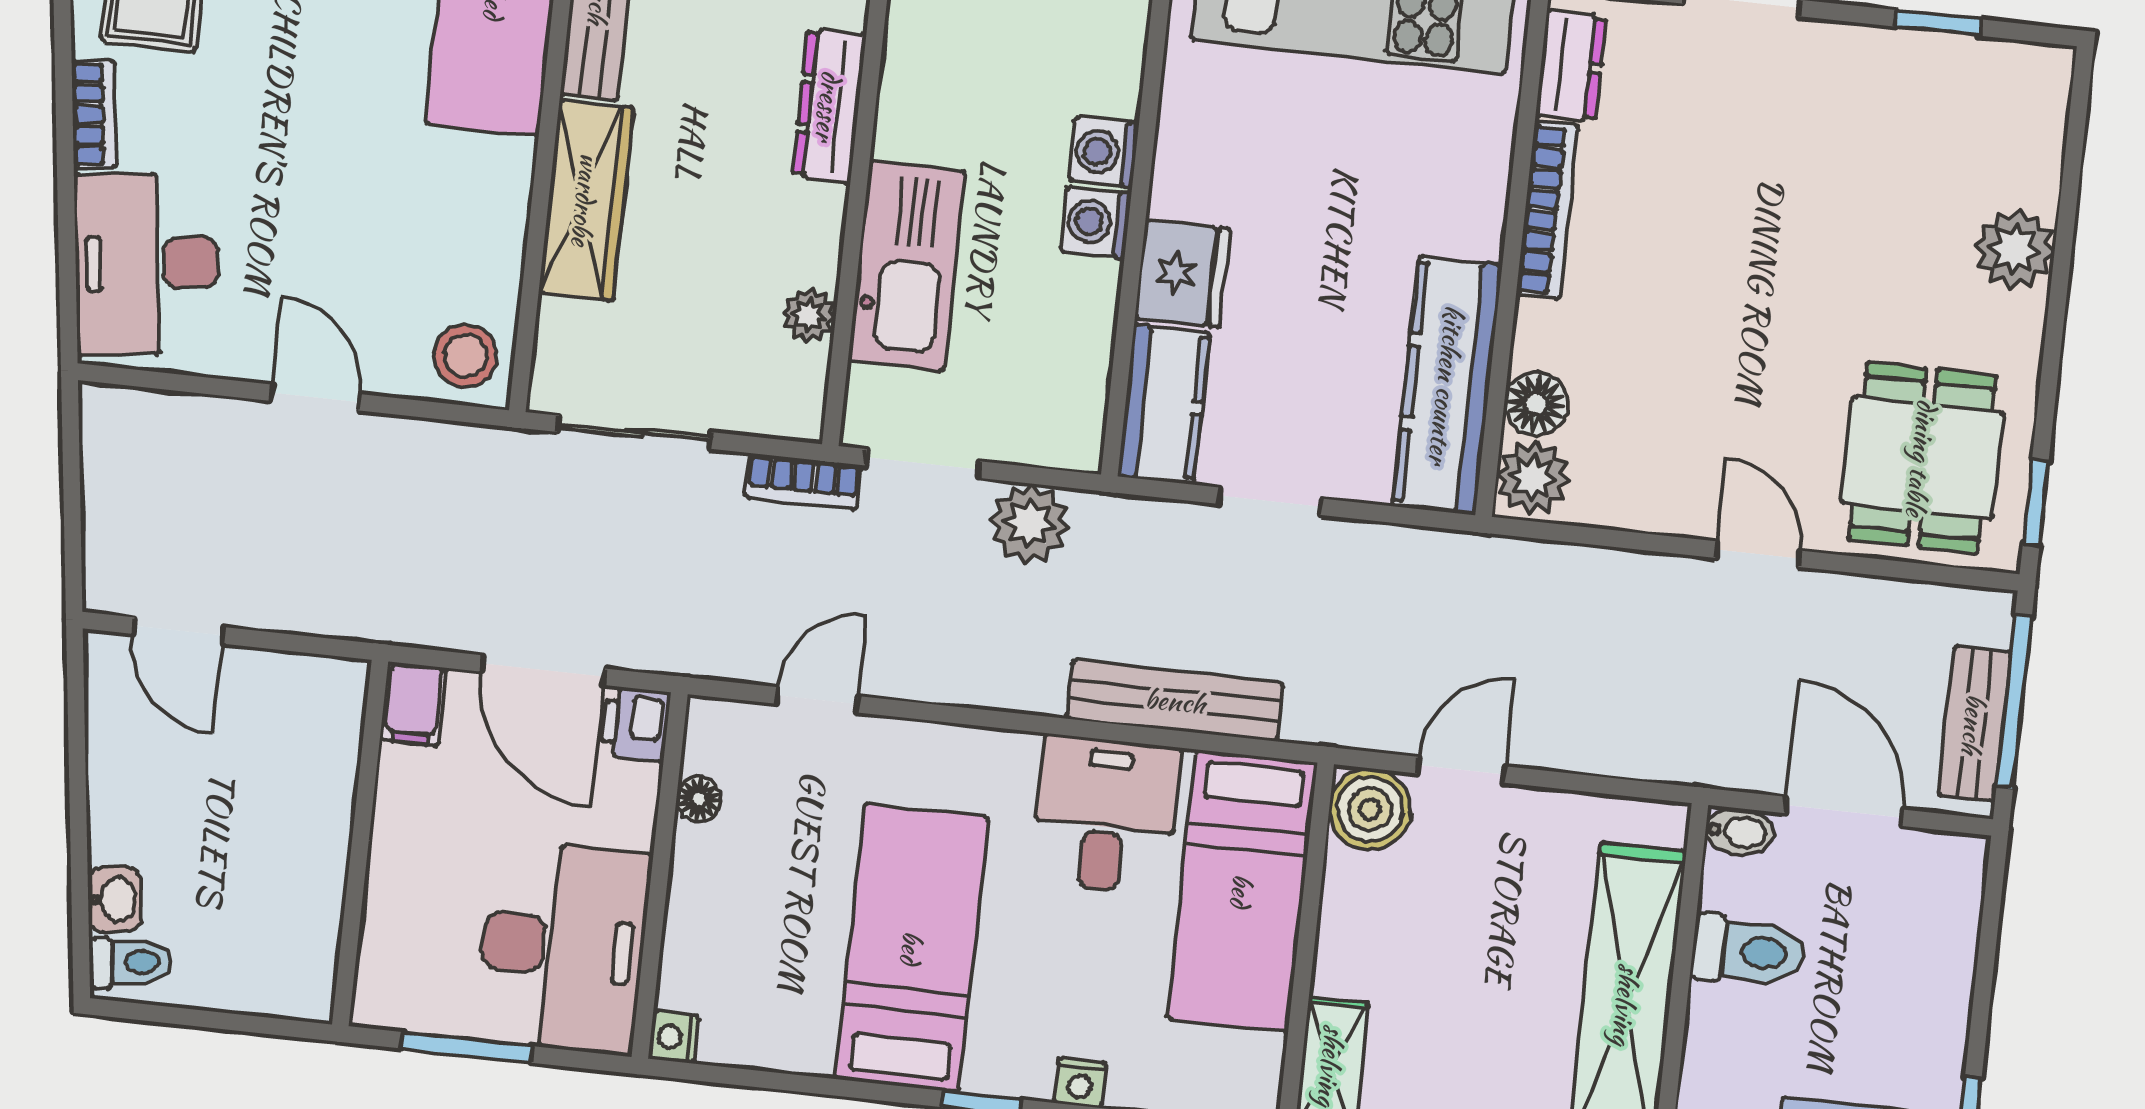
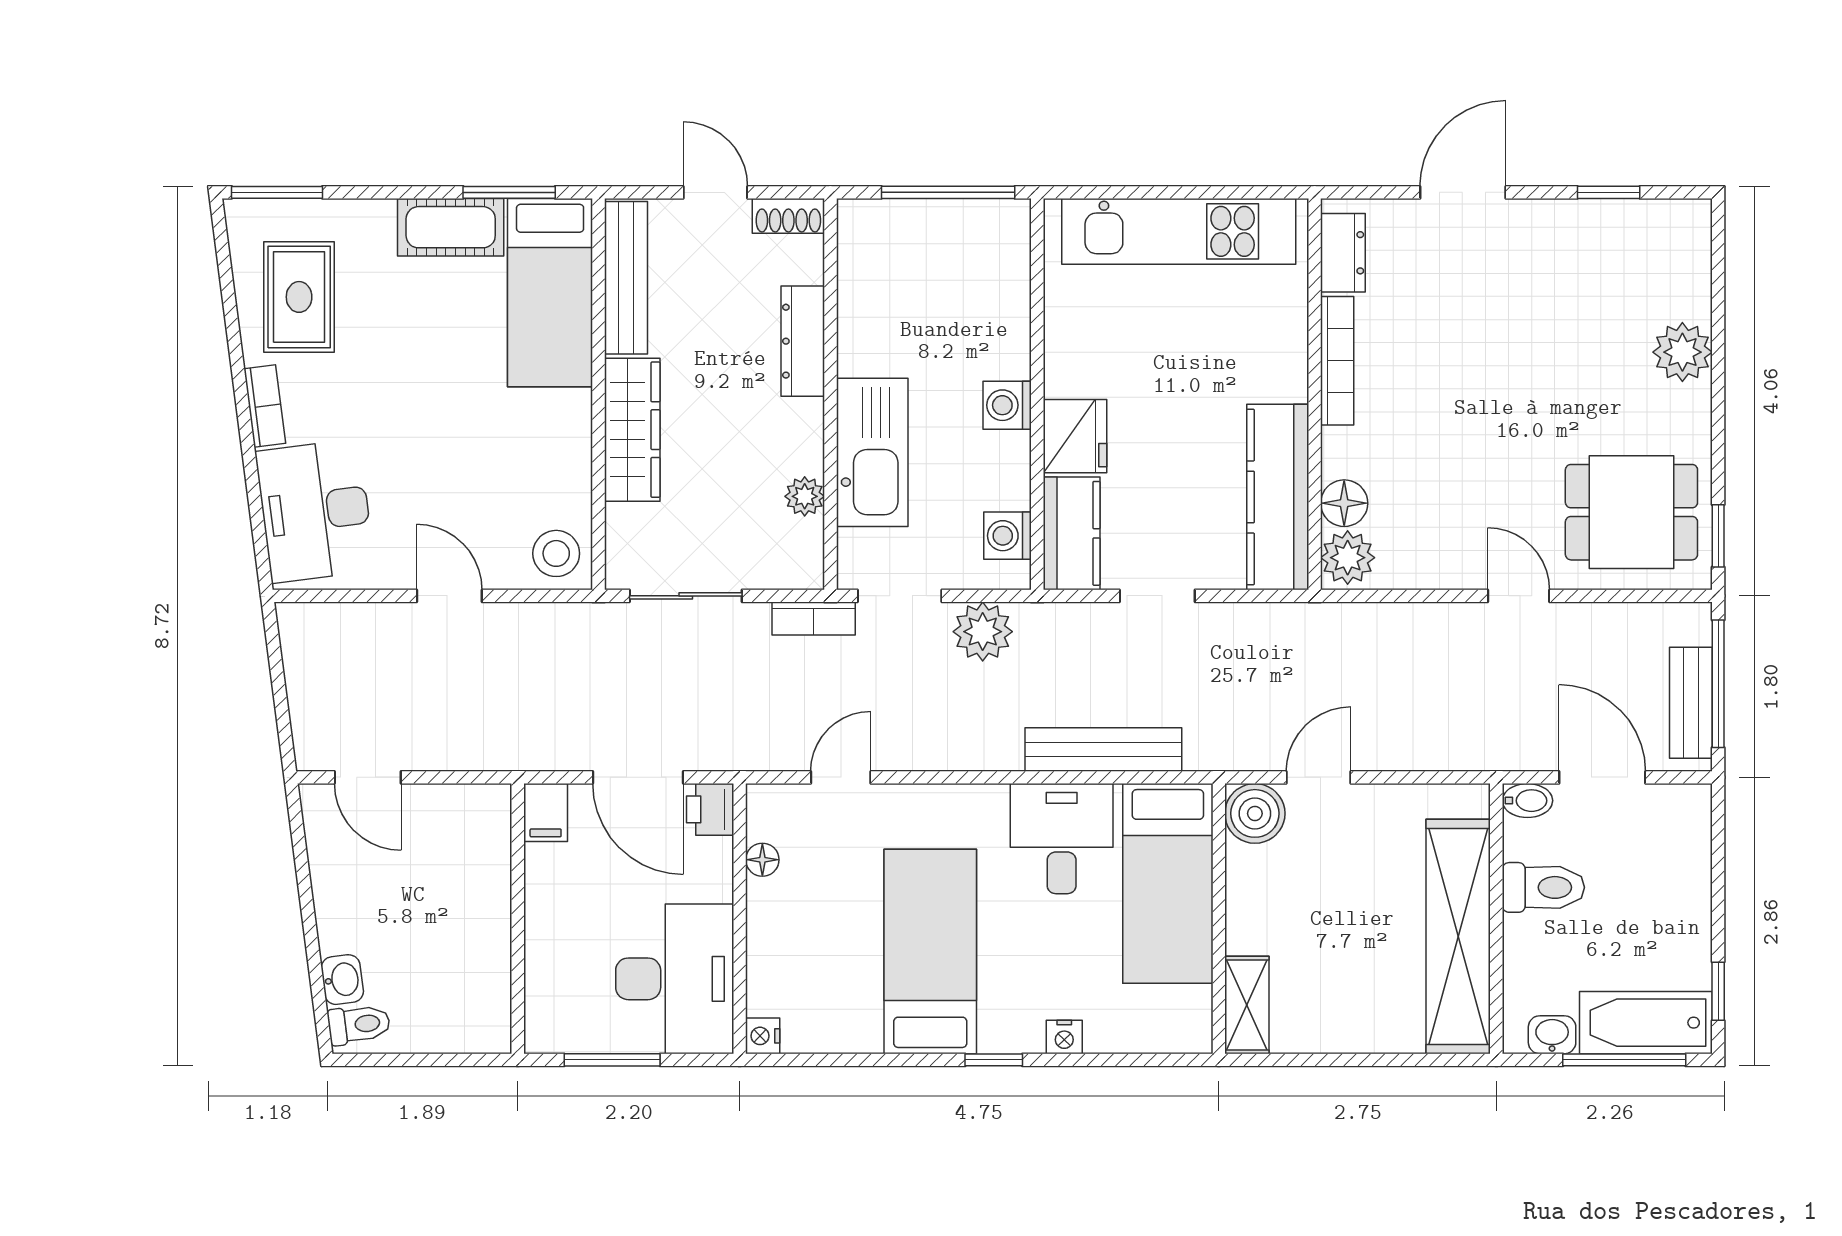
washing machine: (1104, 152) -> (1008, 536), moved
dining table: (1922, 458) -> (1631, 512), turned 90

